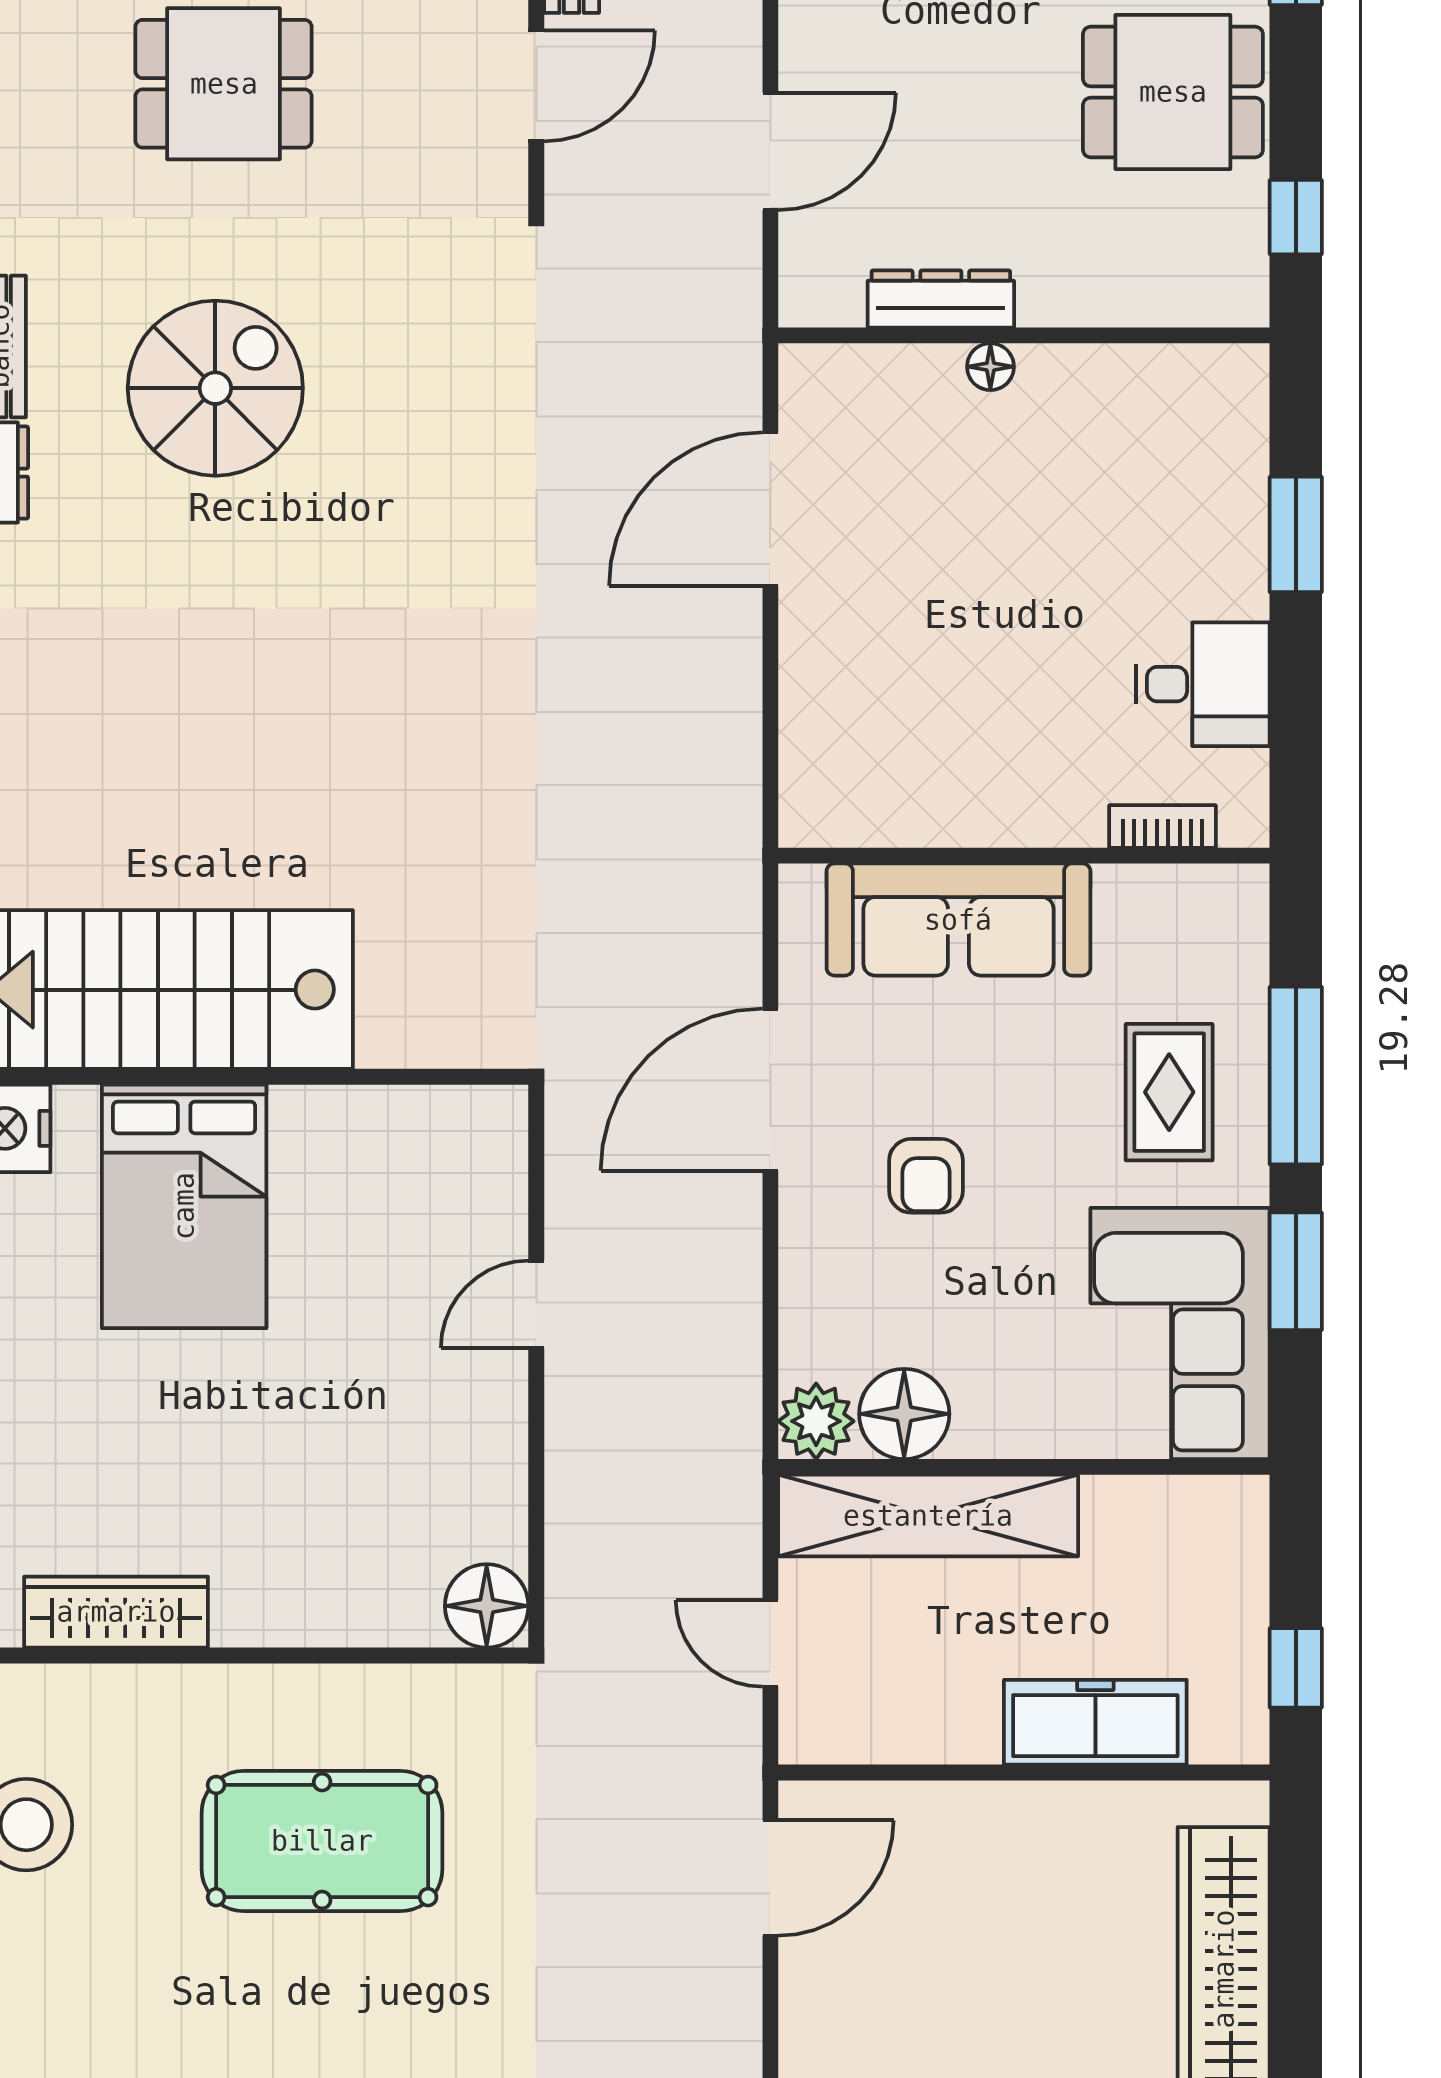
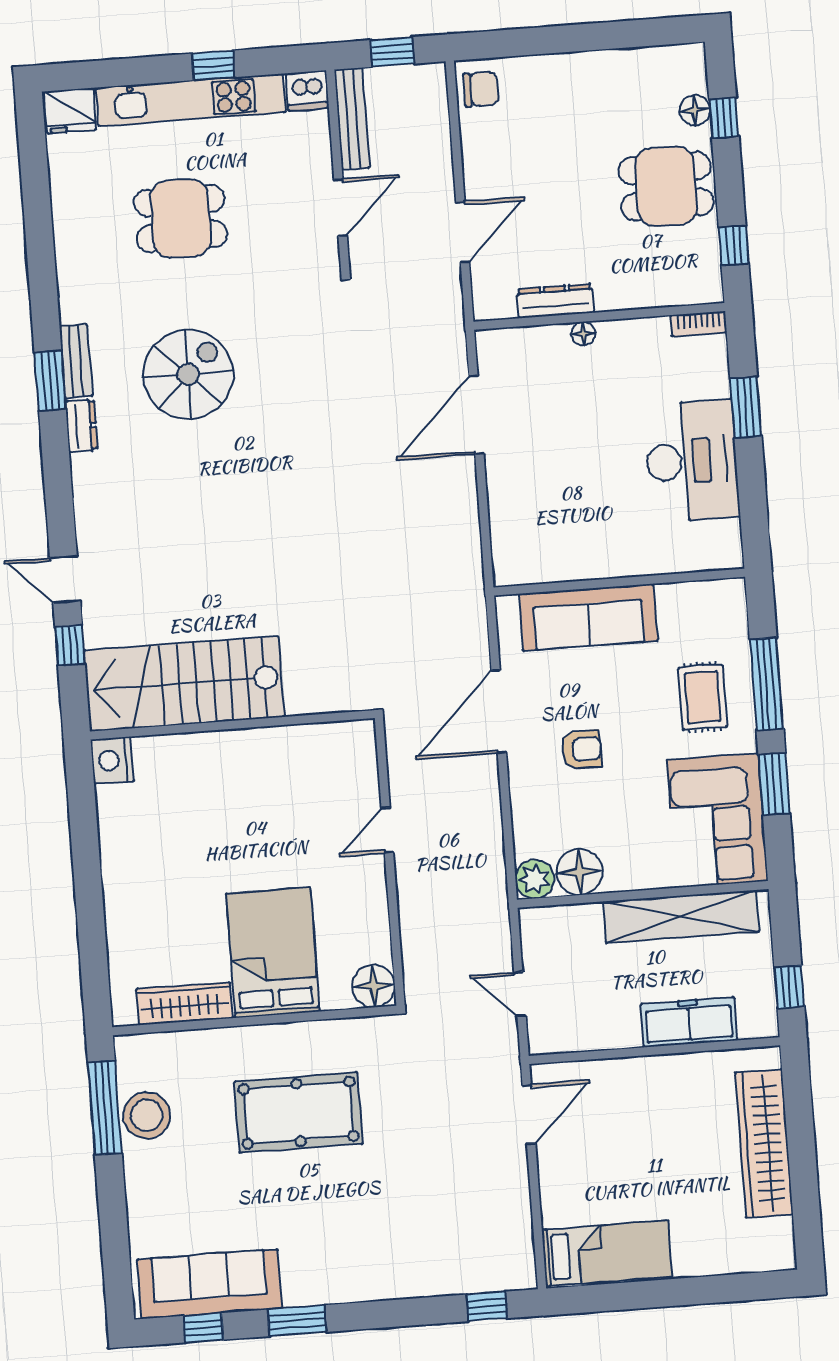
desk: (1203, 684) -> (692, 461), width x1.87, depth x1.30
bookcase: (1163, 826) -> (699, 324), moved, turned 180
armchair: (926, 1176) -> (581, 749), turned -90
bed: (184, 1206) -> (273, 953), moved, turned 180
shelving: (928, 1516) -> (681, 917), moved

